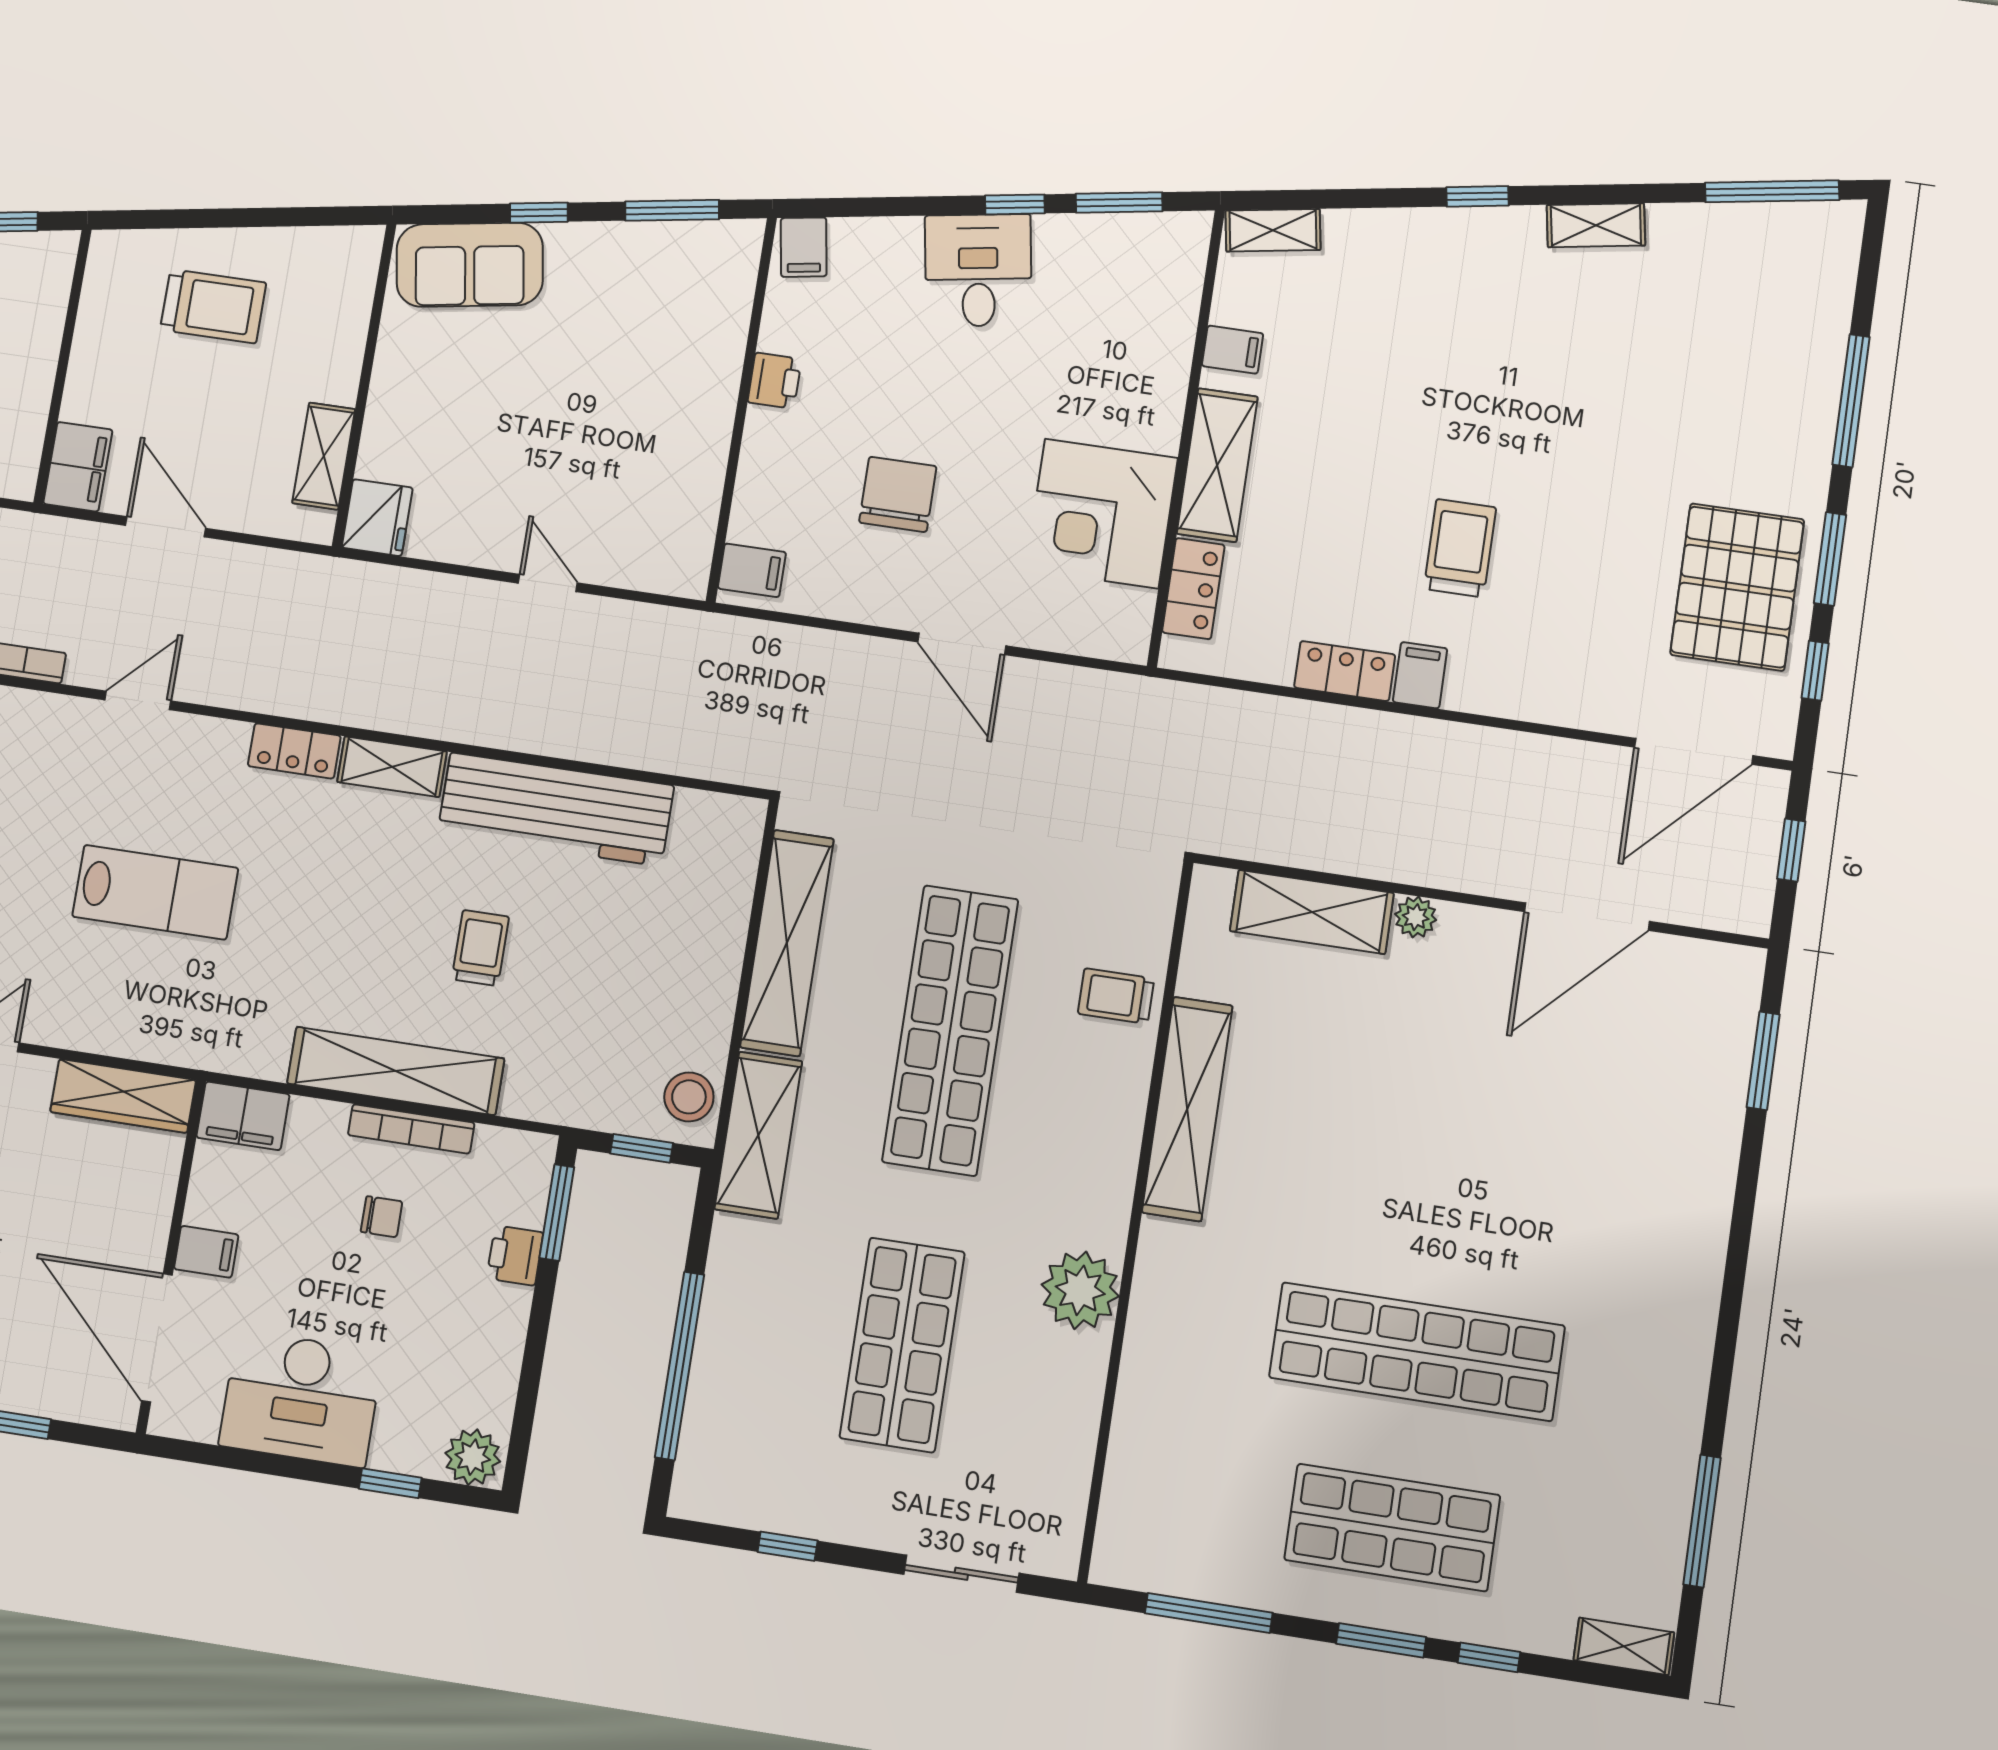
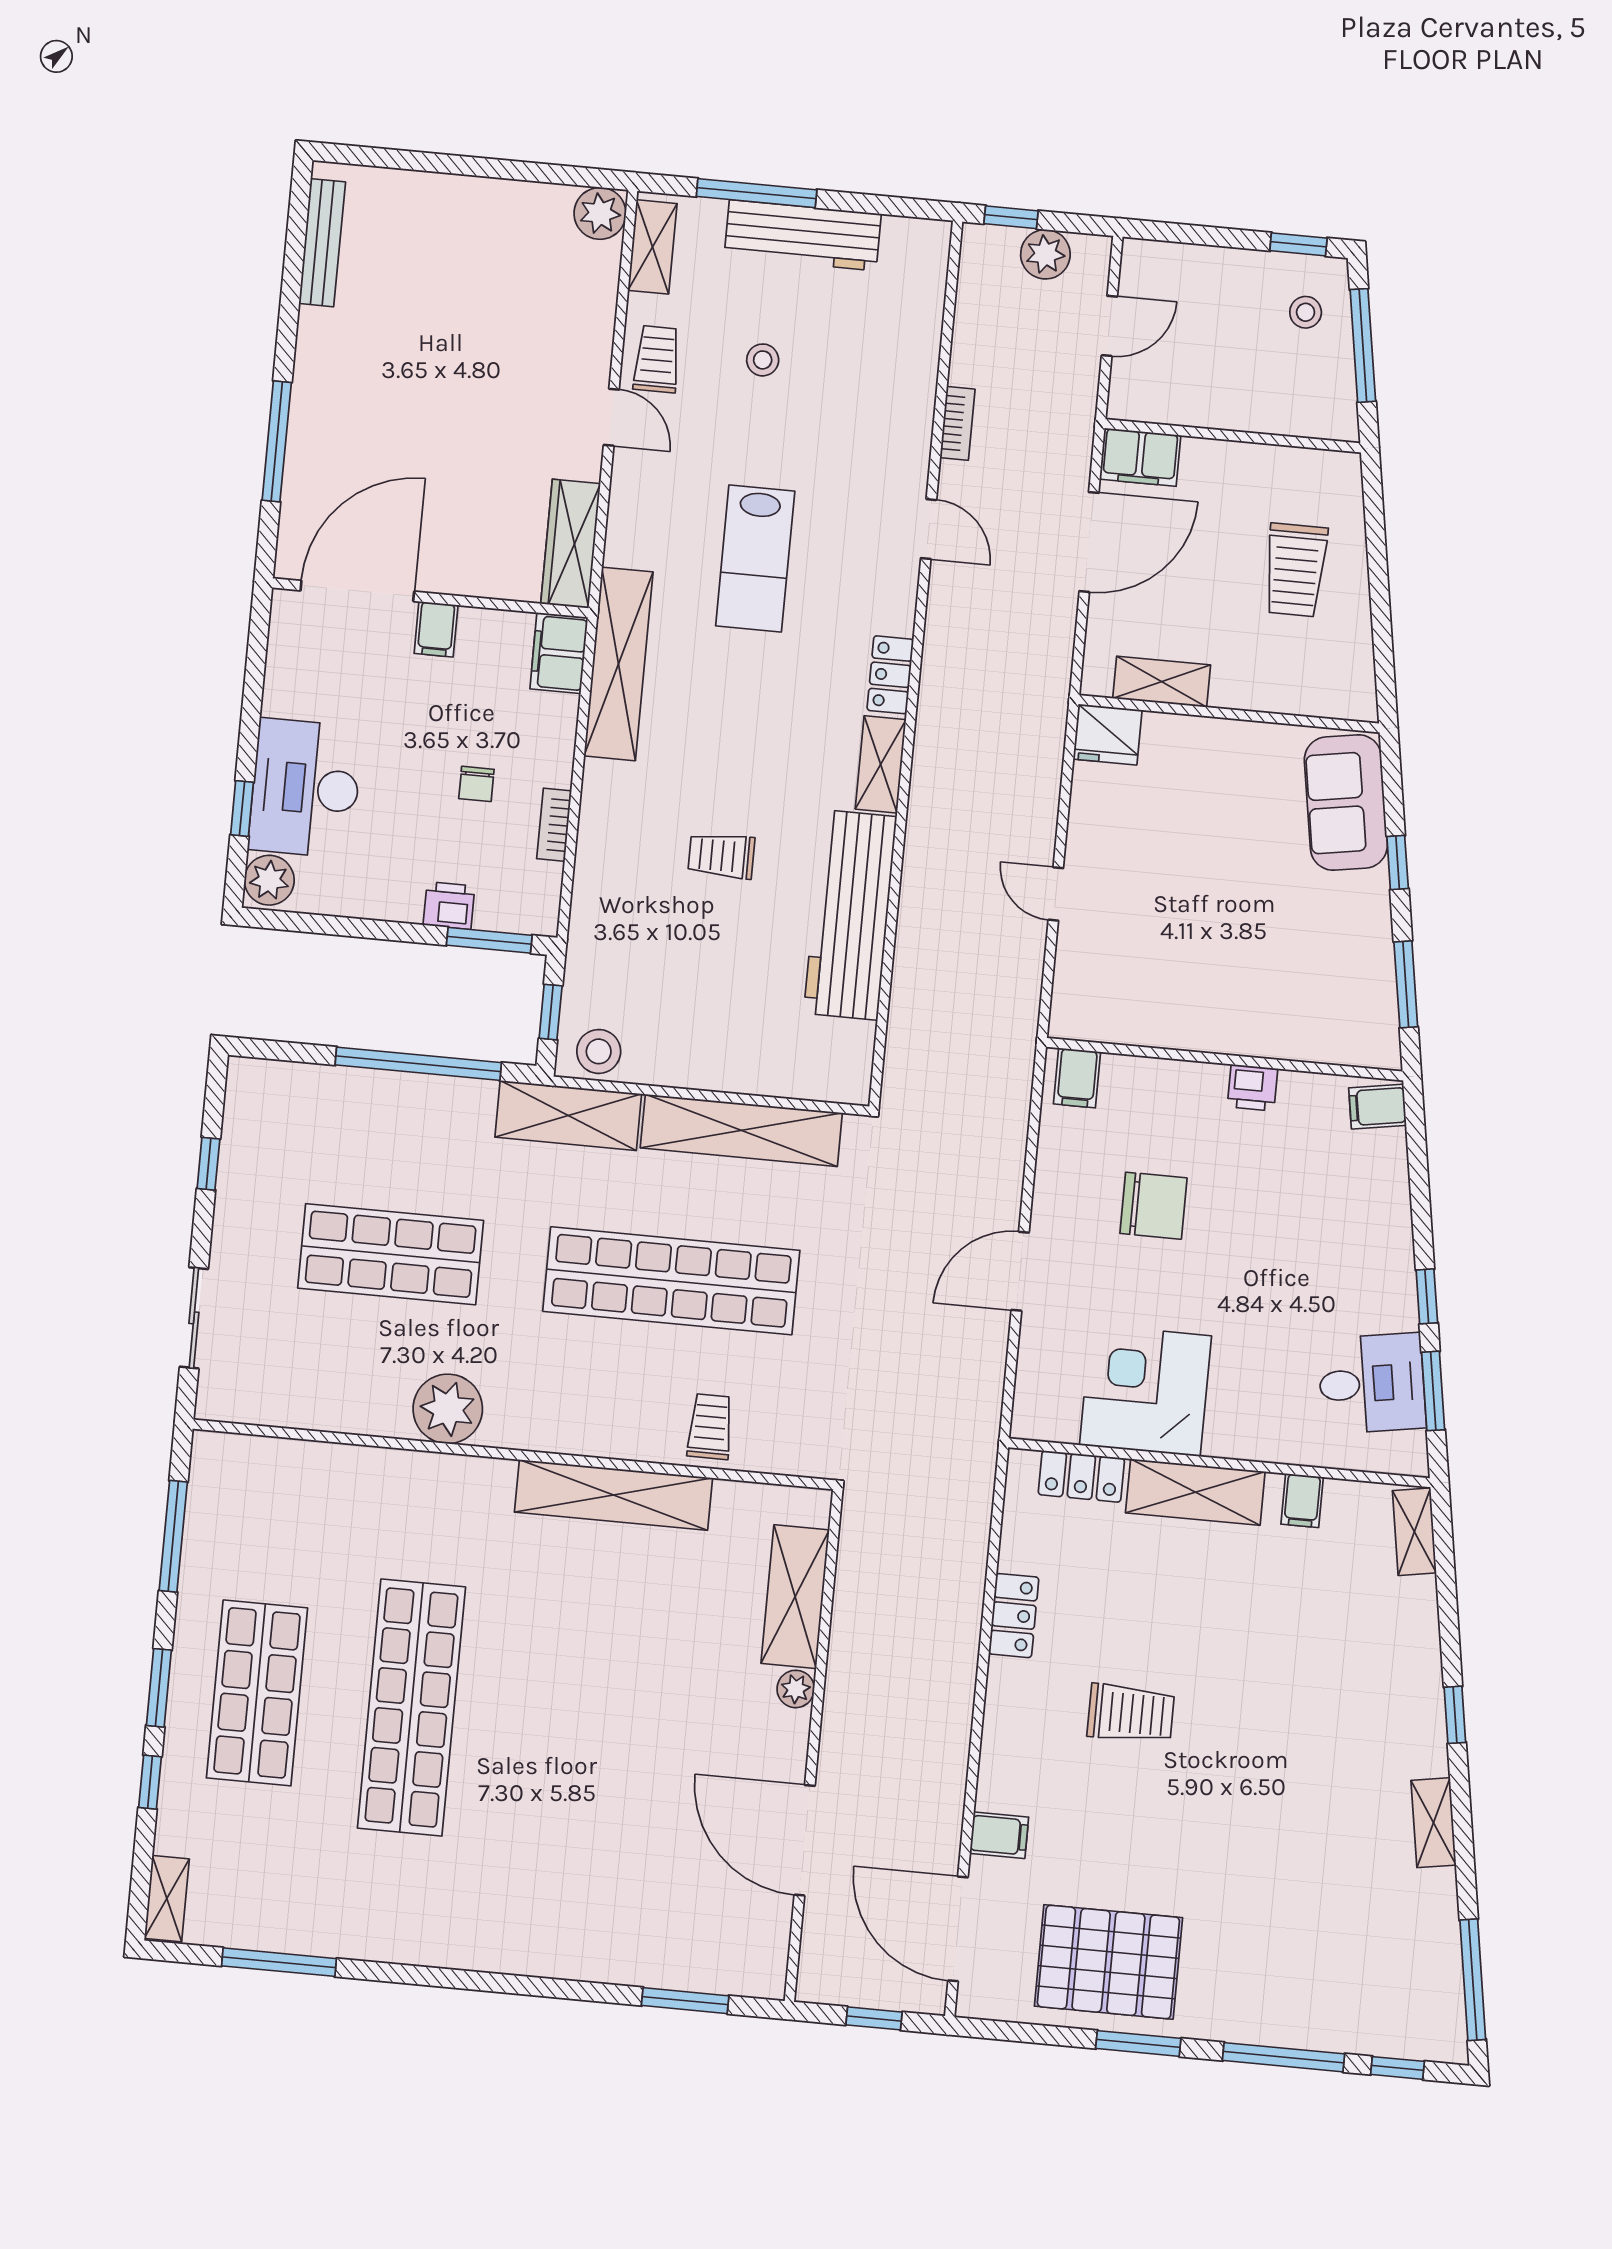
desk: (978, 270) -> (1372, 1383), moved
door: (166, 527) -> (1089, 542), width x1.36
door: (548, 583) -> (1056, 894), swing flipped
window: (1815, 671) -> (1397, 2068), moved
filing cabinet: (1420, 675) -> (999, 1835), moved
trolley: (480, 948) -> (721, 856), turned 180
shelving: (396, 1071) -> (618, 664), moved
bookcase: (411, 1129) -> (554, 825), width x0.64
window: (680, 1366) -> (418, 1064), moved
desk: (301, 1399) -> (305, 788), moved

